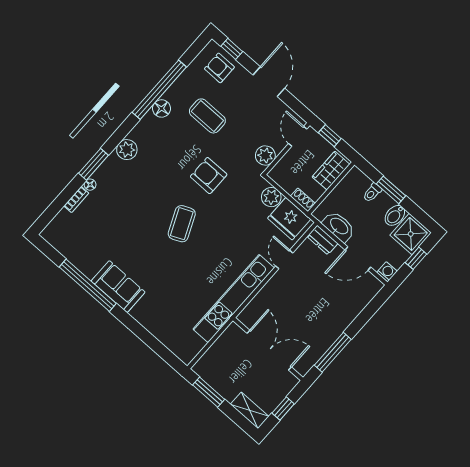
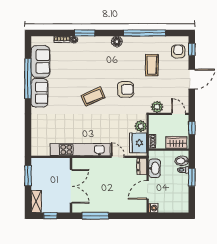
floor lamp: (162, 108) -> (117, 41), moved
door: (298, 136) -> (179, 114), hinge flipped
plant: (127, 150) -> (105, 42), removed
armchair: (209, 176) -> (126, 89), turned 90
bidet: (395, 215) -> (182, 161), moved
shower: (411, 234) -> (180, 204), removed
sofa: (80, 251) -> (40, 61), added
door: (358, 258) -> (148, 190), hinge flipped
window: (416, 258) -> (171, 216), removed
door: (284, 259) -> (118, 157), hinge flipped

